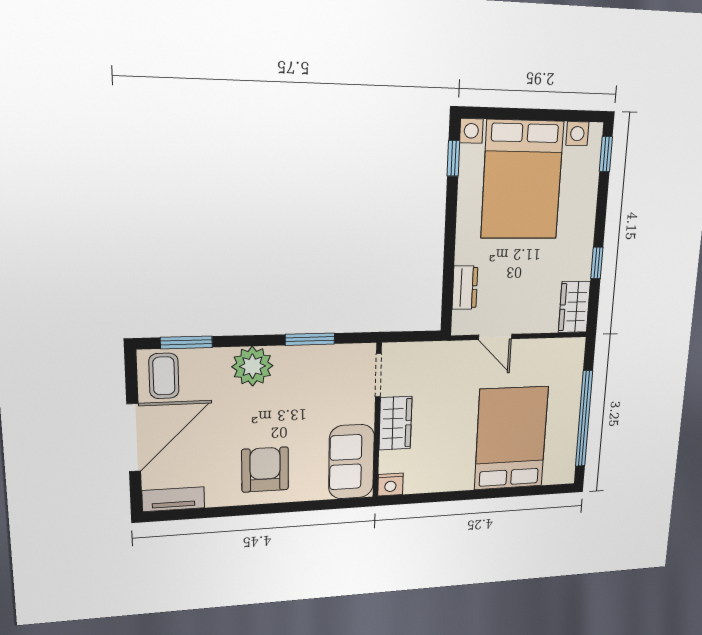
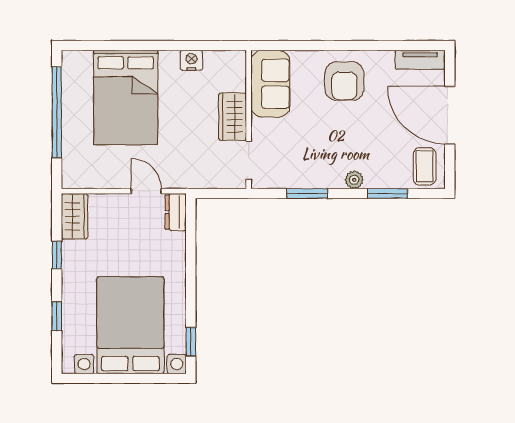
window: (606, 154) -> (57, 316), moved
dresser: (465, 288) -> (176, 212), moved
window: (186, 342) -> (388, 193), moved
plant: (252, 366) -> (354, 180), width x0.53, depth x0.53
door: (134, 438) -> (450, 115), hinge flipped
nightstand: (390, 485) -> (191, 60), moved

